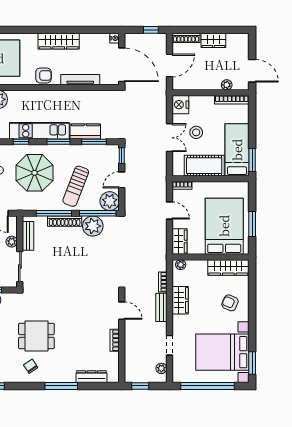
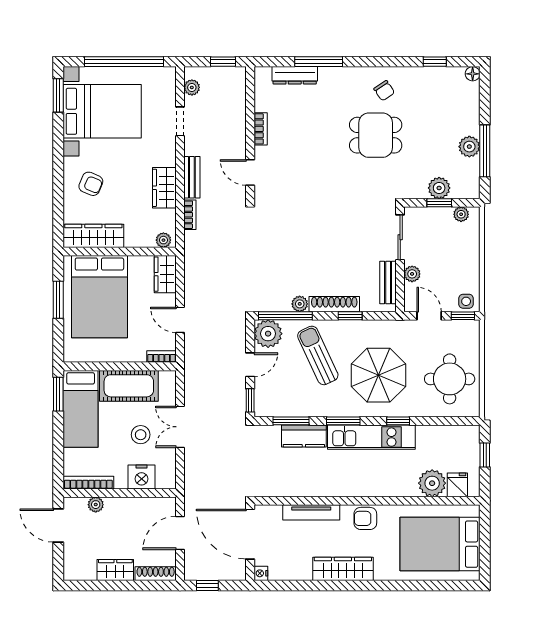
nightstand: (180, 105) -> (142, 477), moved, turned 90
sun lounger: (76, 186) -> (318, 355), turned -46
window: (54, 213) -> (350, 316), width x0.46
plant: (93, 226) -> (300, 304), width x0.53, depth x0.53
window: (61, 386) -> (319, 62), moved

